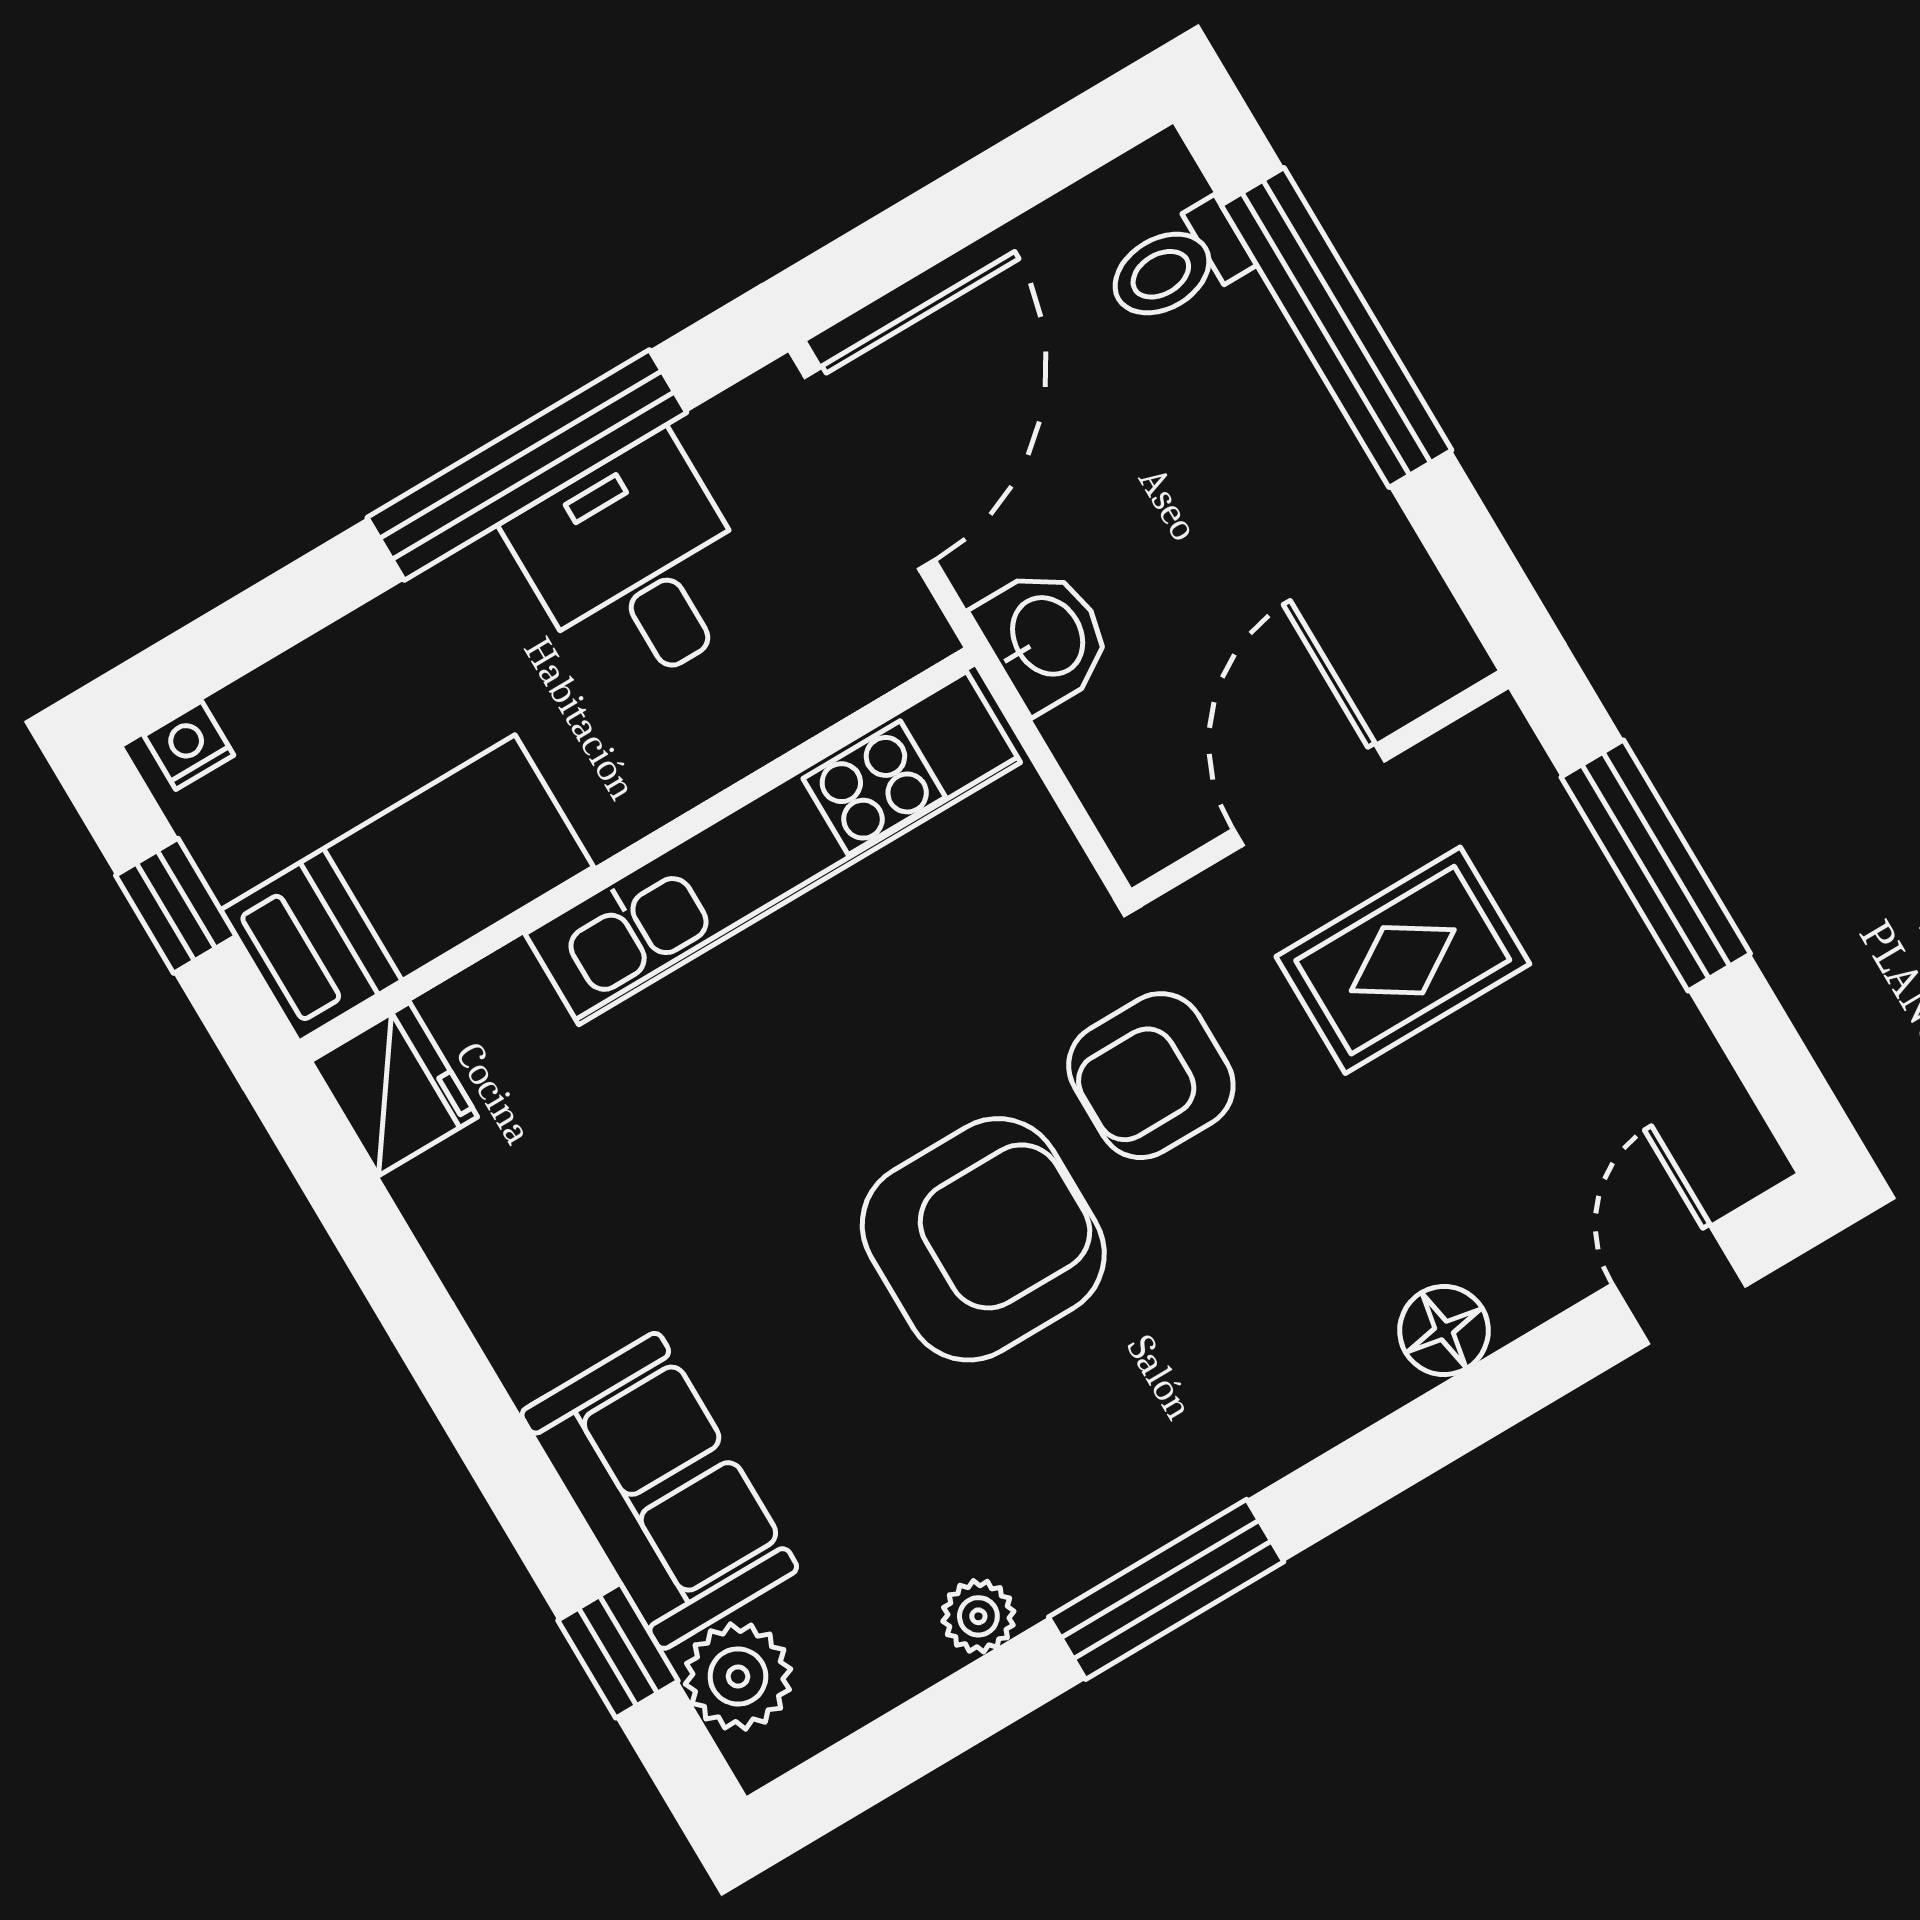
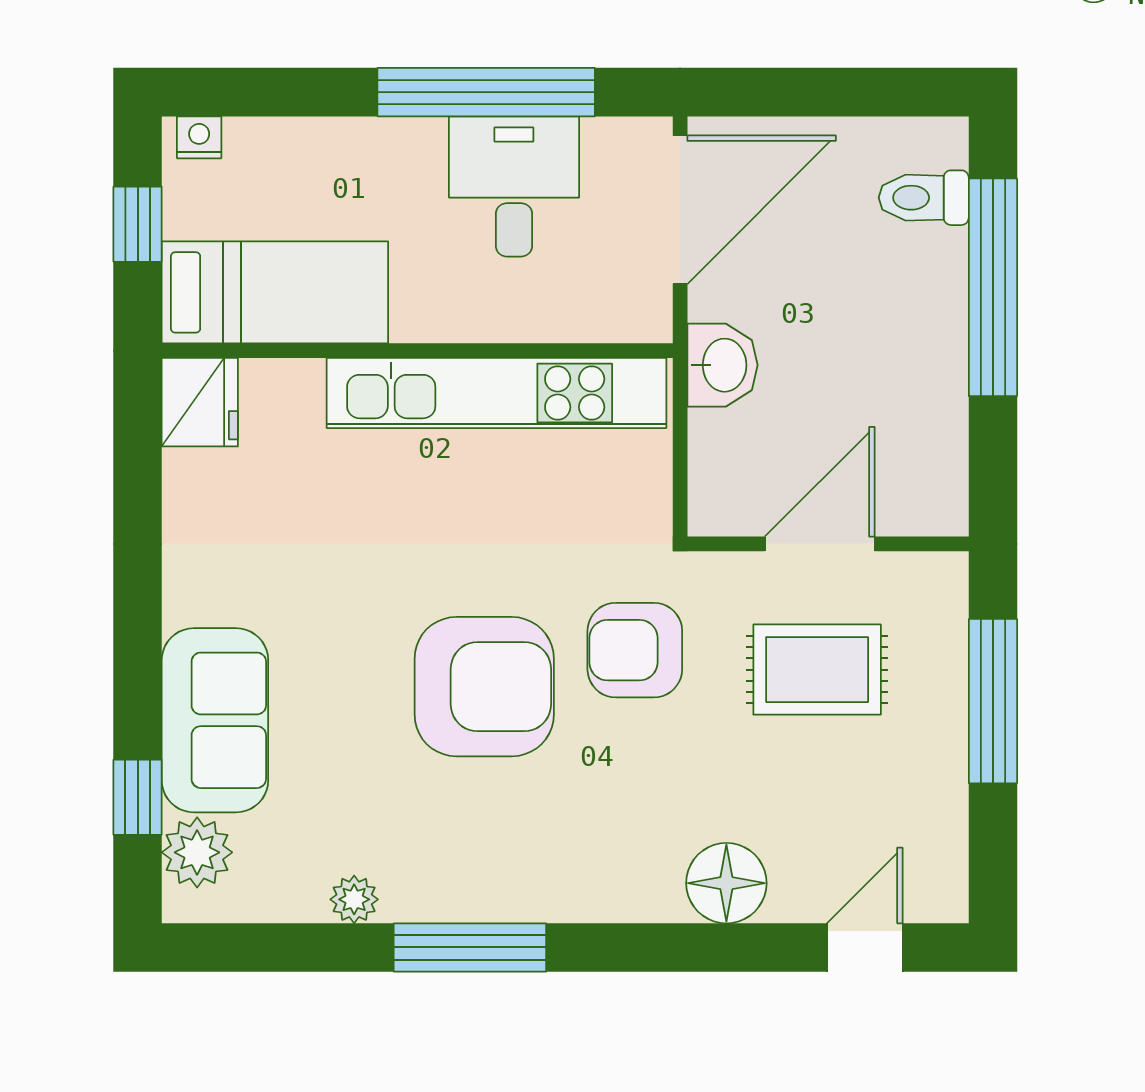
floor lamp: (1444, 1330) -> (726, 883), width x1.38, depth x1.38

